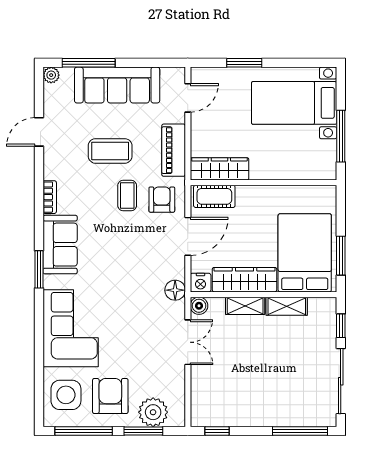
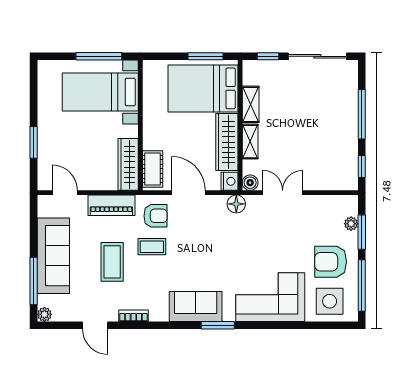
bed with nightstands: (294, 103) -> (100, 92), moved, turned 90
bookcase: (50, 197) -> (133, 316), moved
armchair: (162, 200) -> (155, 216), turned 180
plant: (153, 412) -> (351, 224), width x0.53, depth x0.53
window: (300, 431) -> (362, 114), moved

